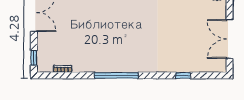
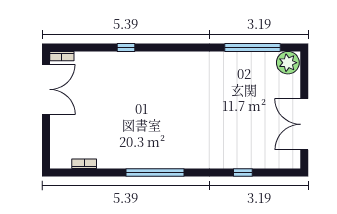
window: (34, 58) -> (46, 149), removed

